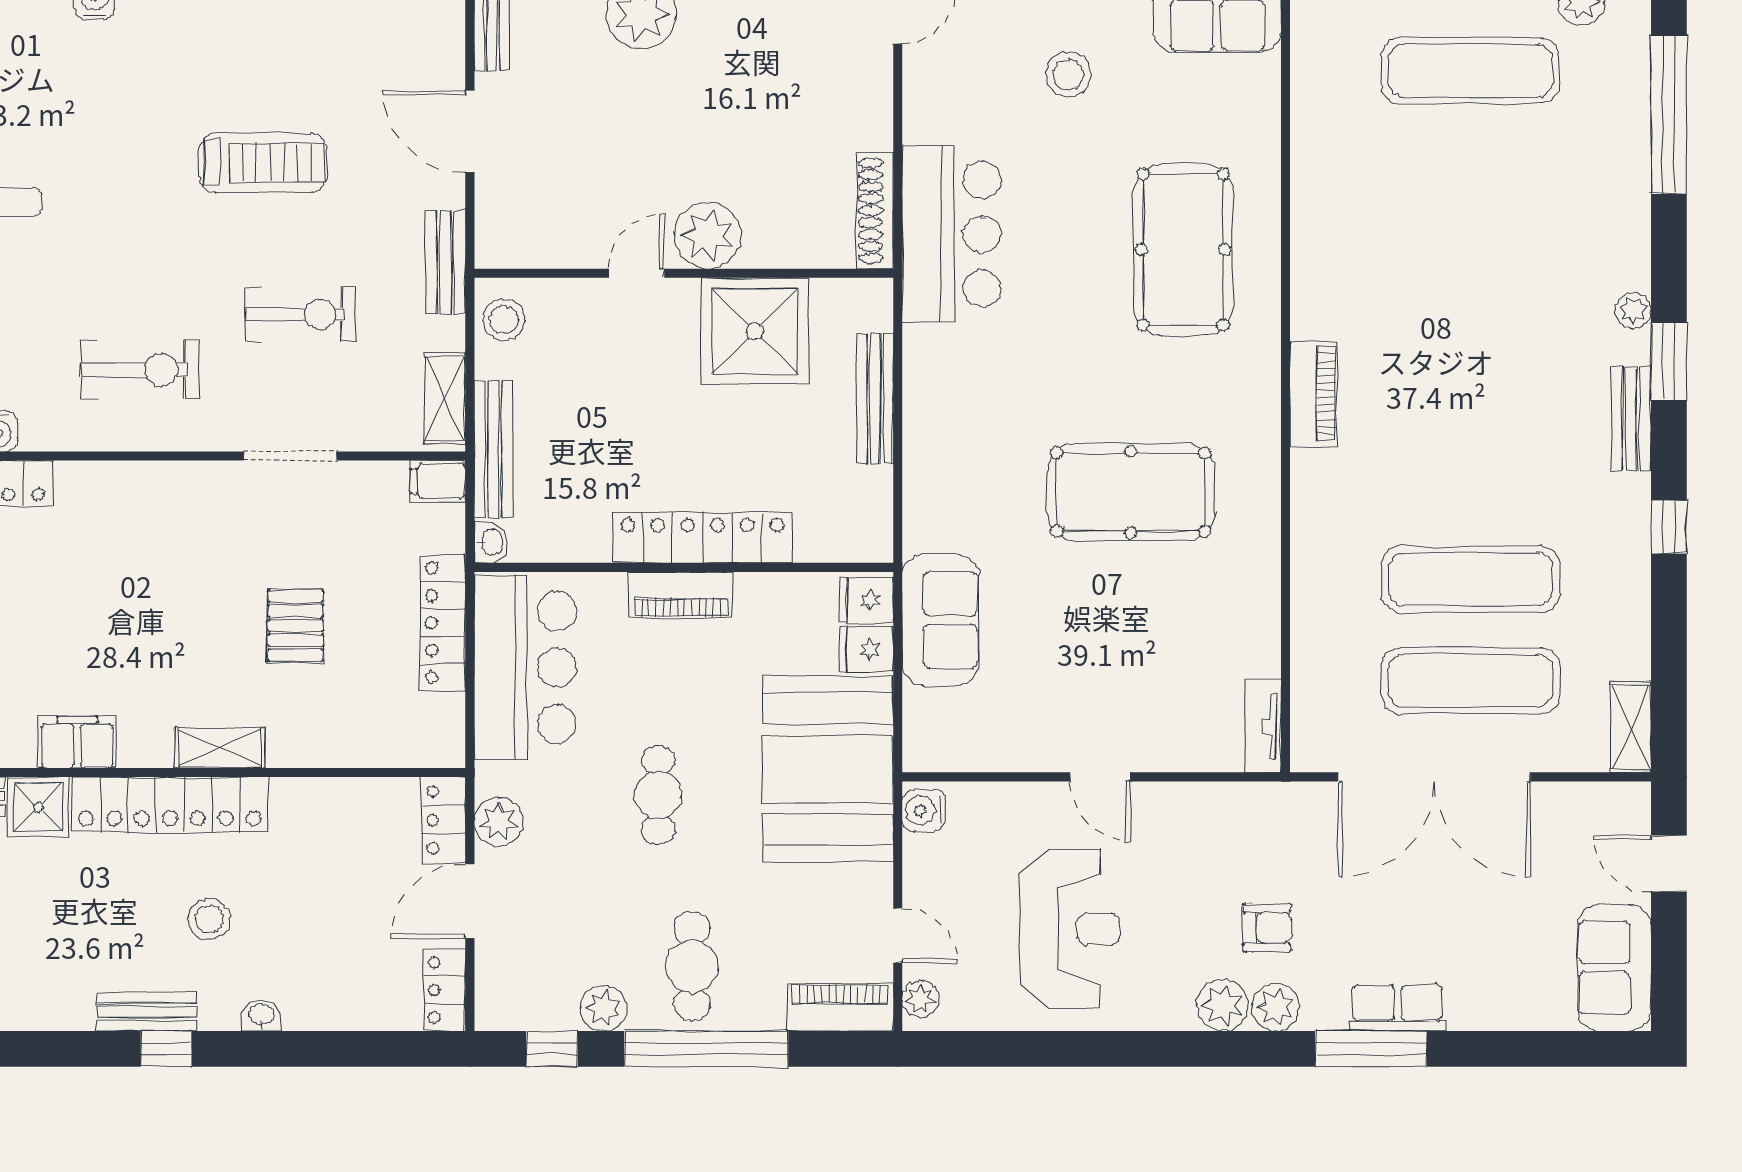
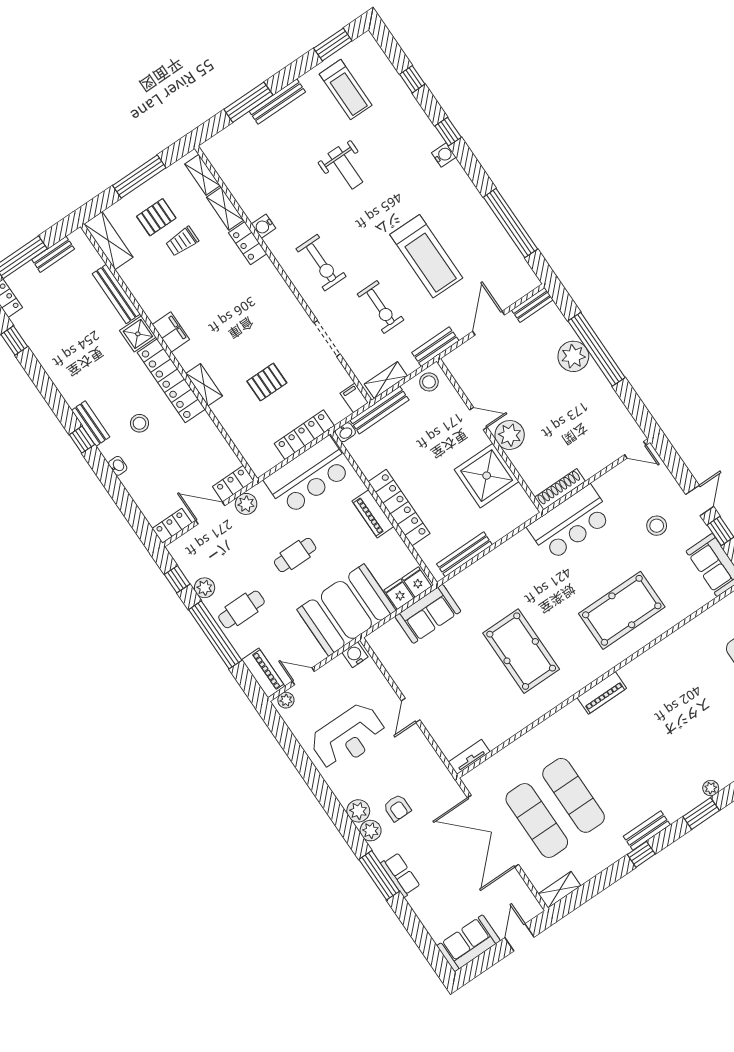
treadmill: (263, 163) -> (426, 256), width x1.37, depth x1.38
bench: (875, 399) -> (464, 554), moved
bench: (1631, 419) -> (647, 831), moved
door: (898, 936) -> (303, 676), swing flipped

